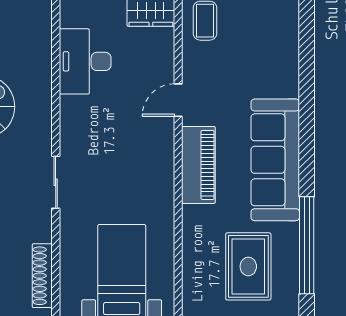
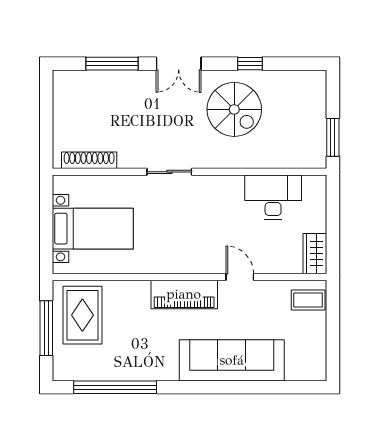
sofa: (275, 160) -> (232, 360), moved
rug: (248, 266) -> (82, 315), moved, turned 90

